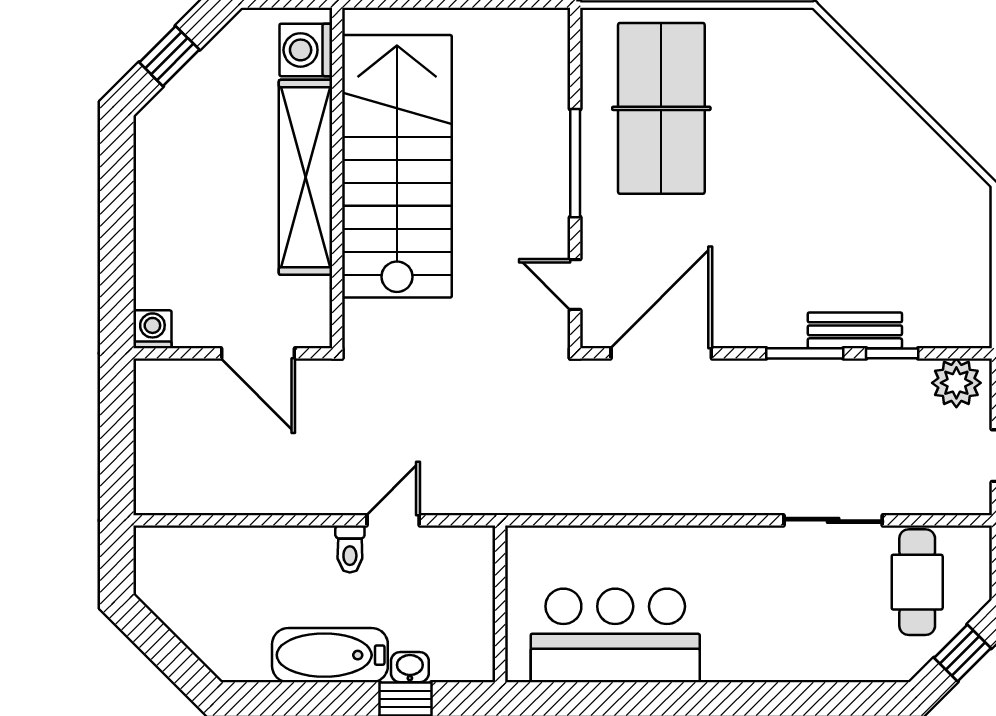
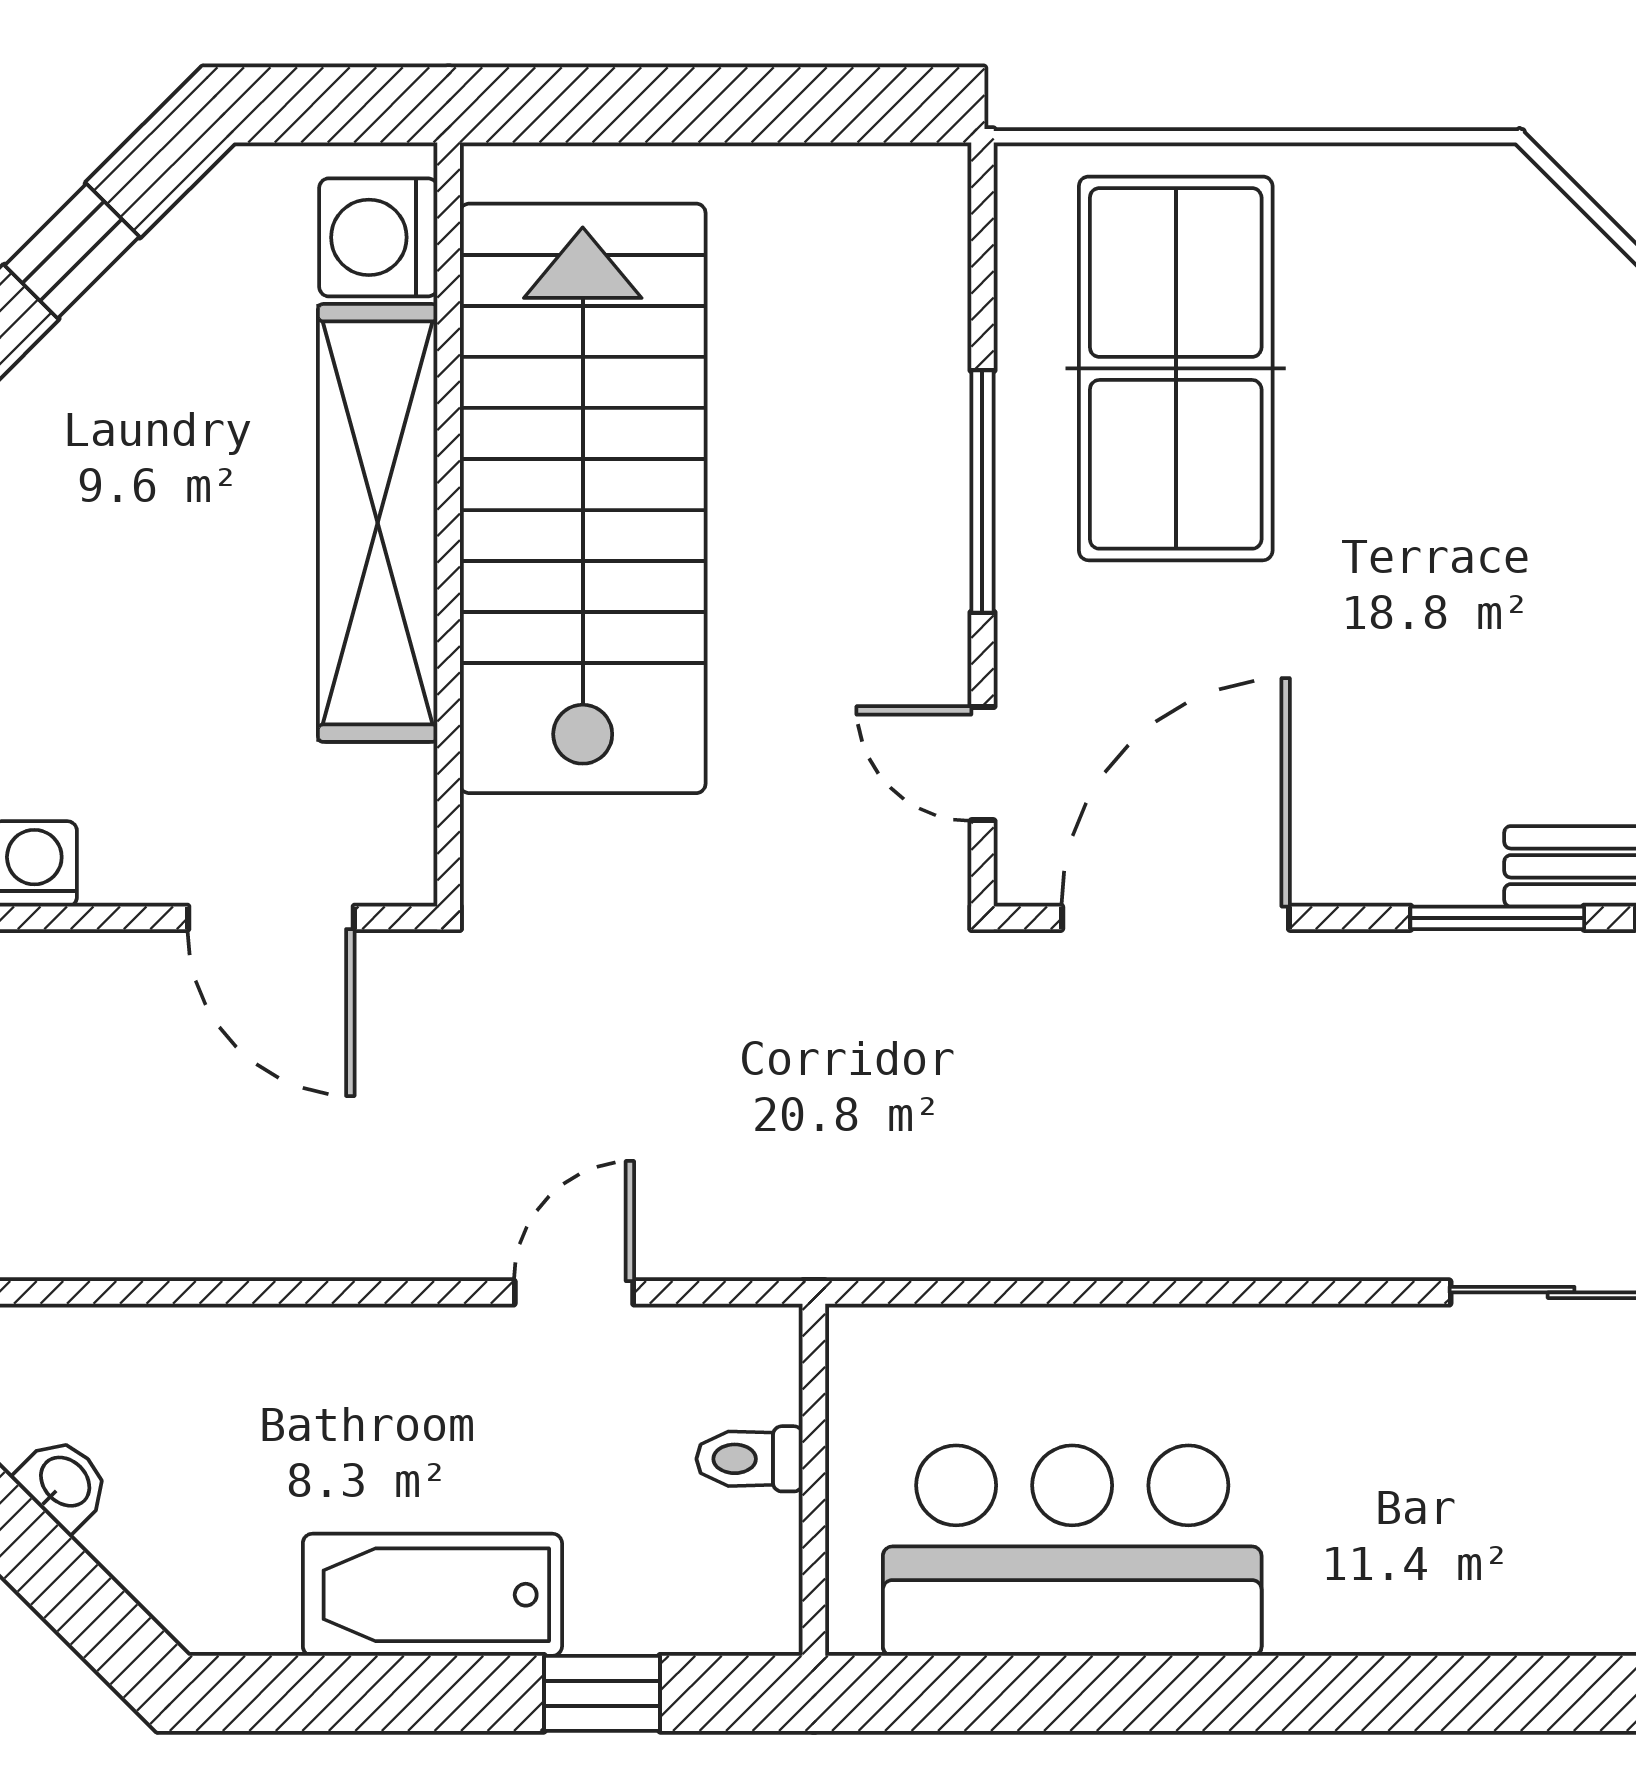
toilet: (350, 549) -> (750, 1459), moved, turned 90
washbasin: (410, 667) -> (64, 1483), moved, turned 45

